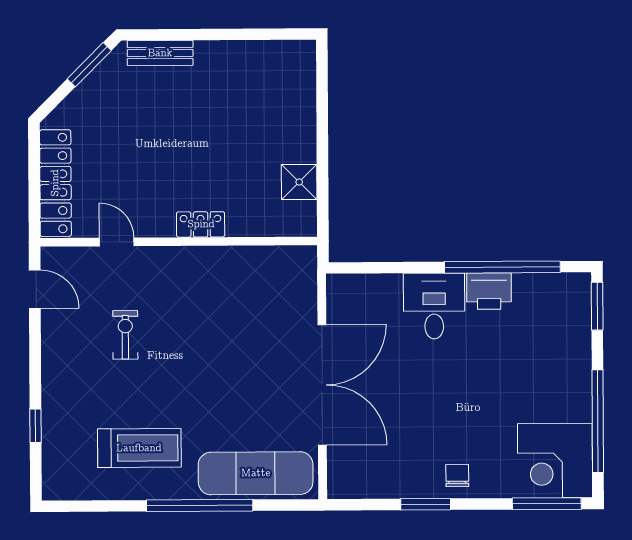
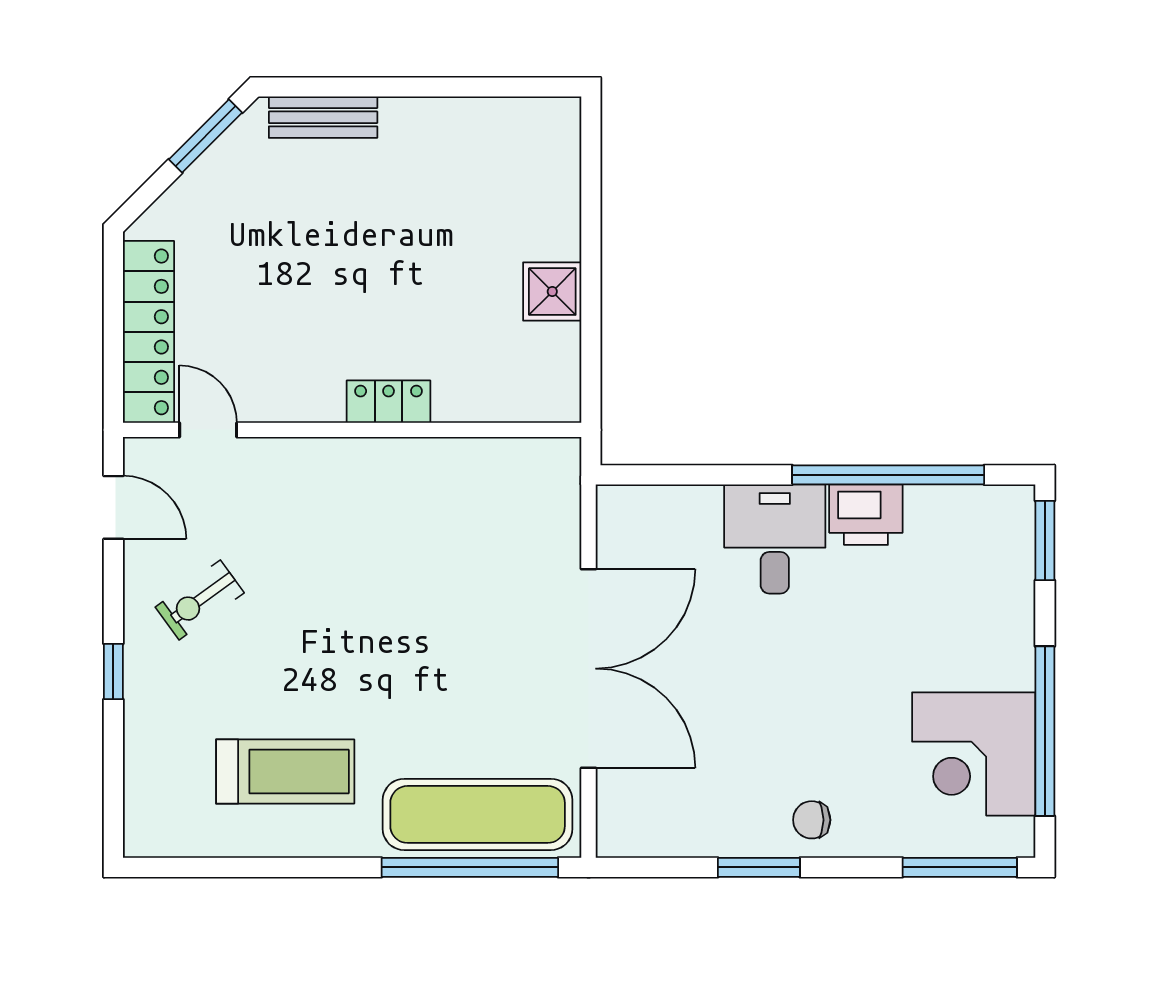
shower: (299, 182) -> (552, 292), moved
door: (117, 242) -> (208, 430), moved
exercise bike: (125, 335) -> (200, 600), moved, turned -126
window: (36, 426) -> (113, 671), moved
corner desk: (555, 461) -> (974, 754), moved
chair: (457, 475) -> (812, 820), turned -90
window: (200, 505) -> (470, 867), moved

